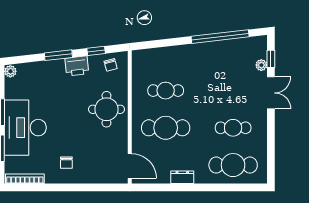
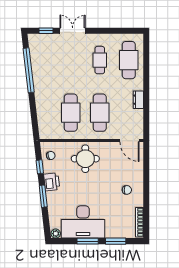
plant: (261, 65) -> (51, 38), removed
cafe table: (166, 91) -> (71, 113), width x1.37, depth x1.35
desk: (25, 128) -> (83, 222), moved
door: (130, 166) -> (130, 141), swing flipped

